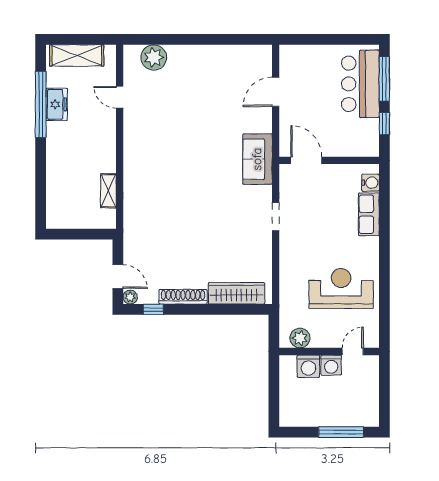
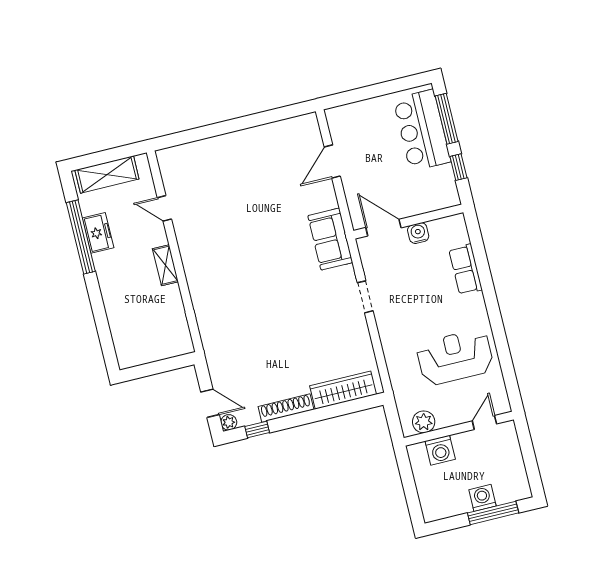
plant: (154, 57) -> (191, 156), removed
water cooler: (370, 183) -> (418, 233), moved, turned -90
shelving: (108, 191) -> (165, 265), moved
washing machine: (331, 365) -> (482, 498), moved, turned 180

